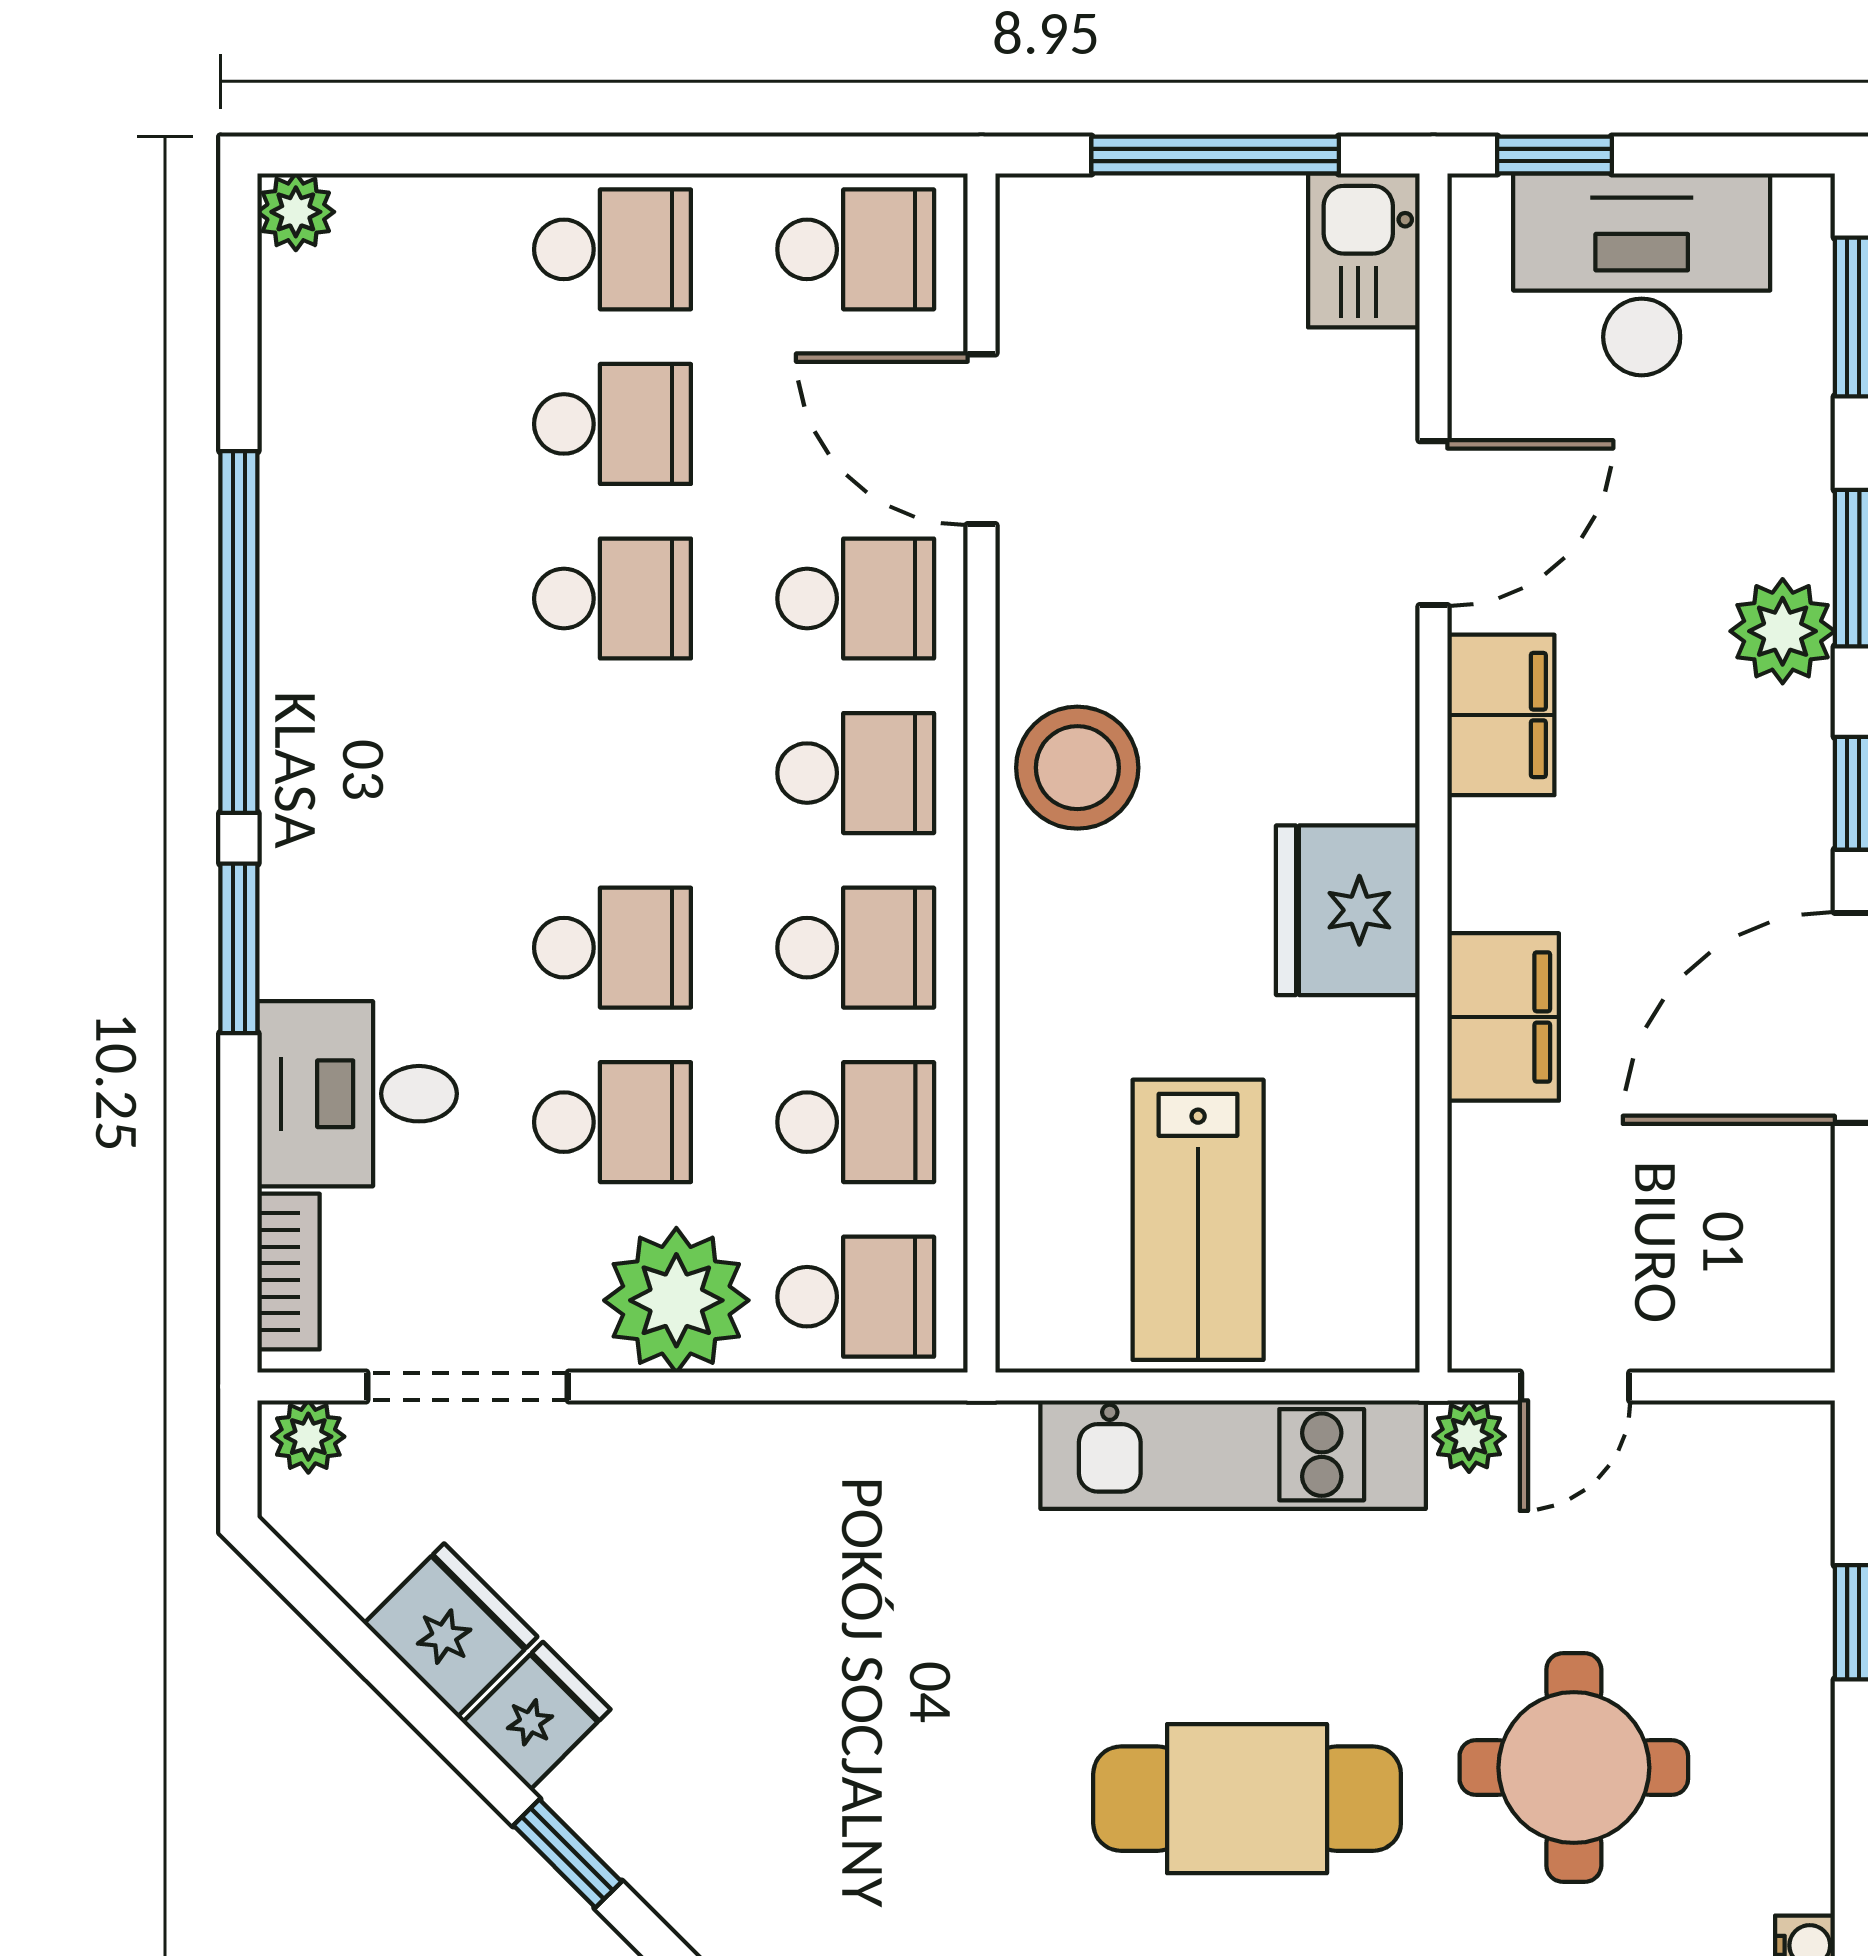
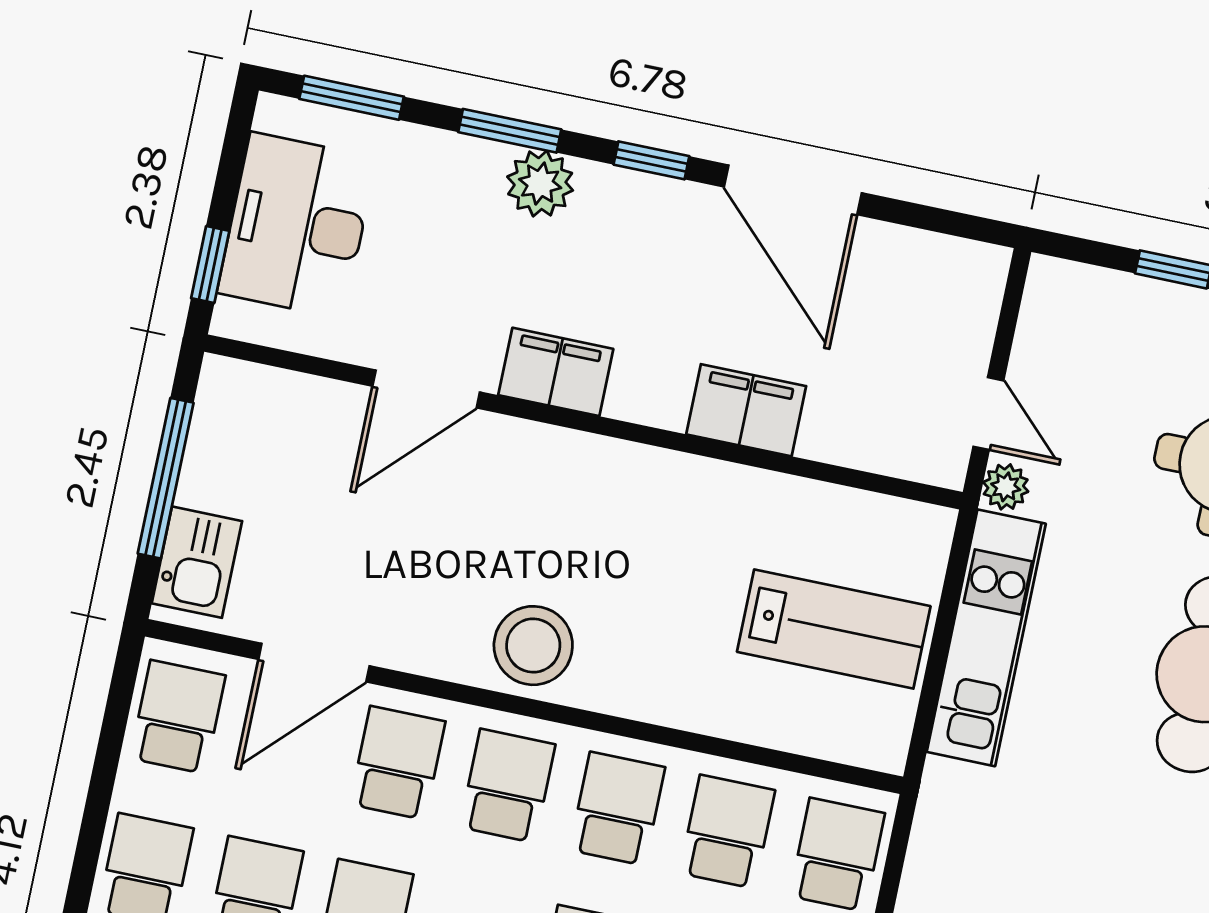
kitchen sink: (1364, 250) -> (197, 562), moved, turned -90
door: (1434, 523) -> (426, 389), swing flipped
fridge: (1348, 910) -> (659, 494), removed

